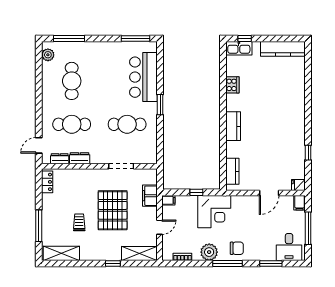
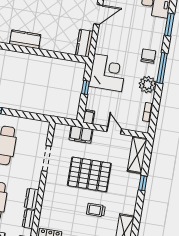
kitchen counter: (232, 171) -> (84, 43), moved, turned -90
door: (269, 193) -> (98, 14), hinge flipped

